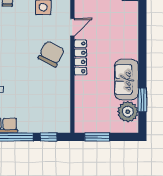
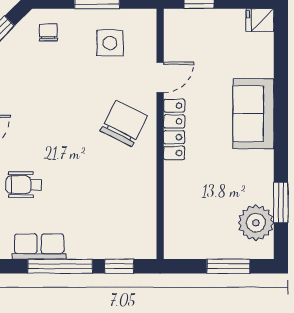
sofa: (126, 80) -> (253, 114), moved
window: (97, 137) -> (228, 266), moved

